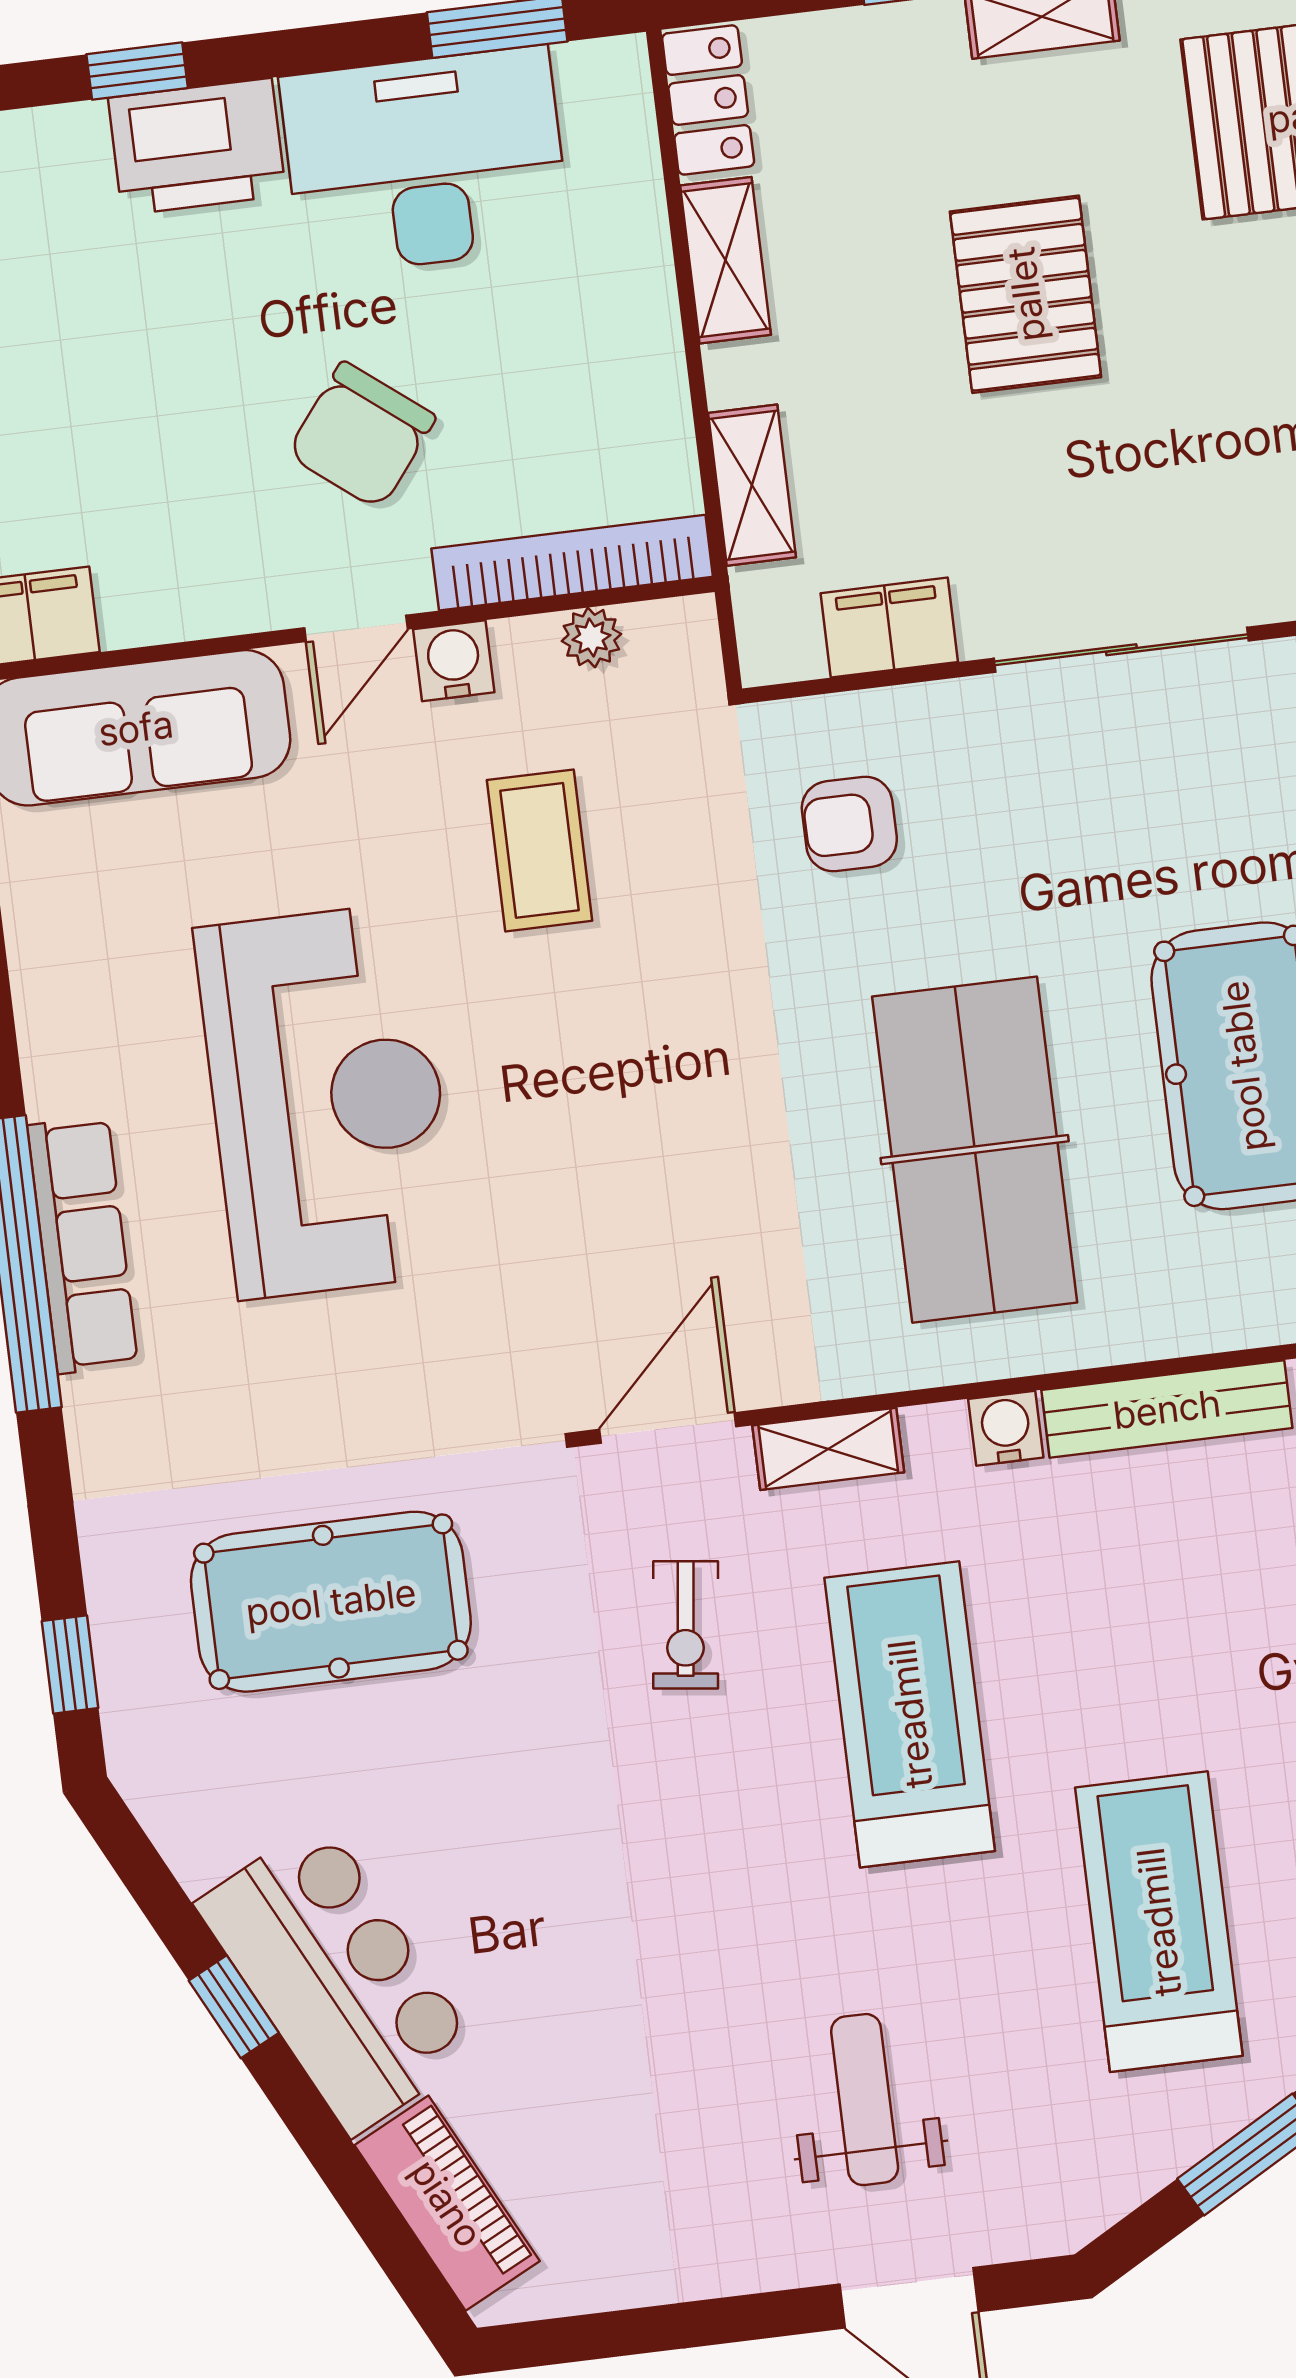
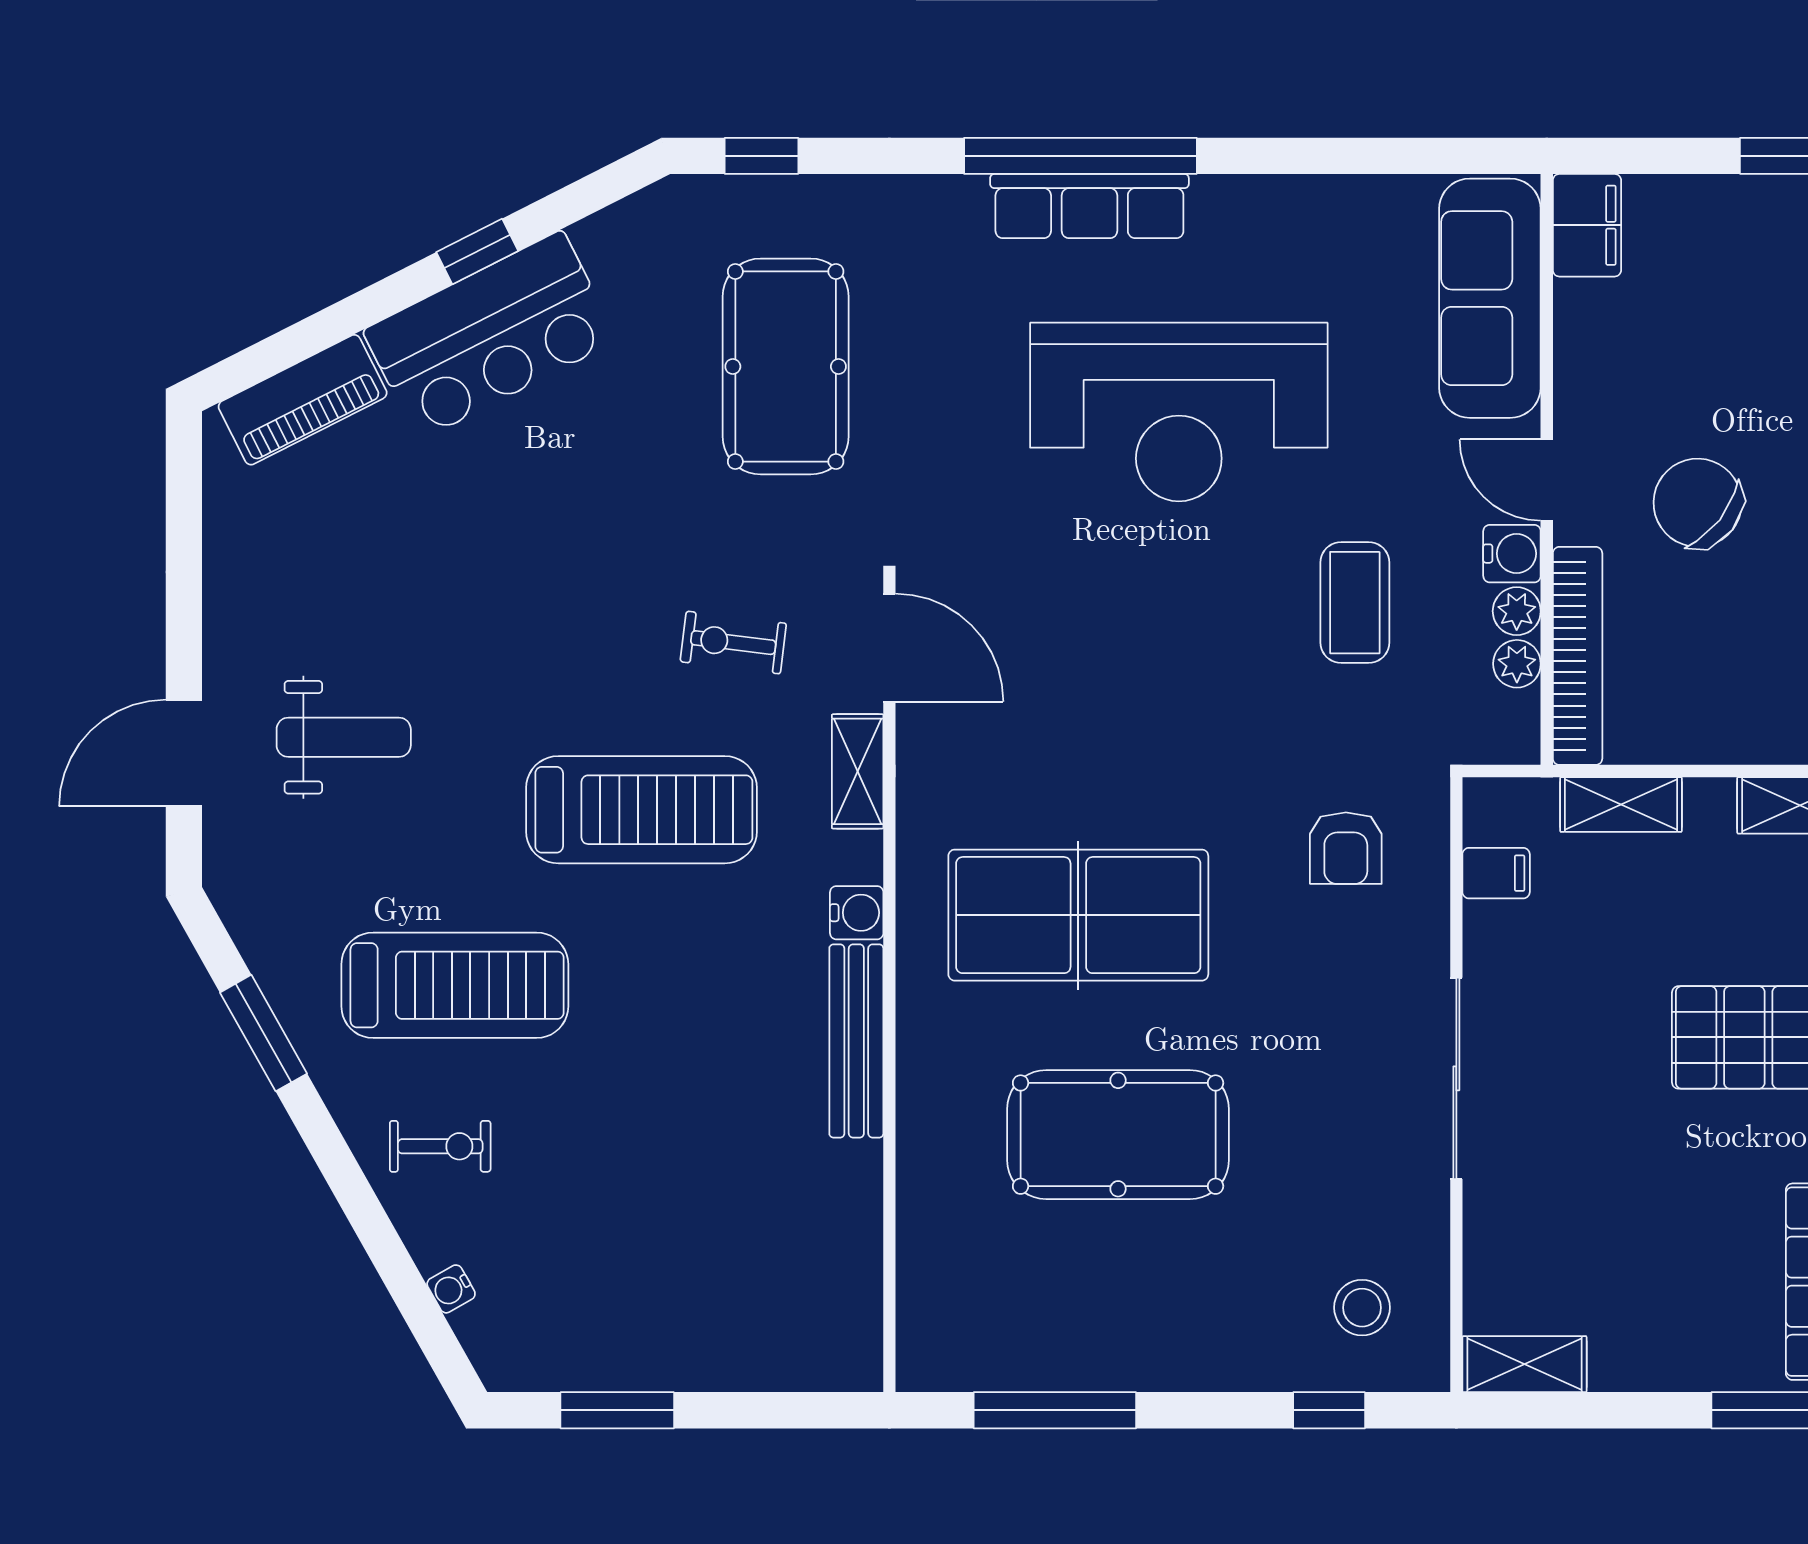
filing cabinet: (889, 628) -> (1496, 873), width x0.50
plant: (525, 646) -> (1517, 611), added
armchair: (849, 824) -> (1346, 848), turned 180
coffee table: (540, 850) -> (1355, 603), turned 90

